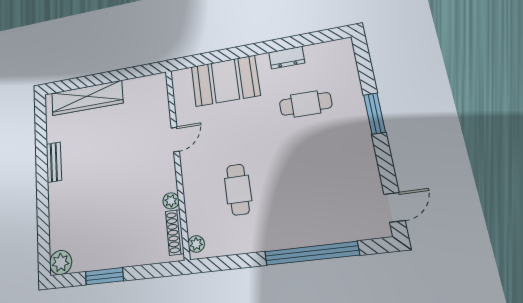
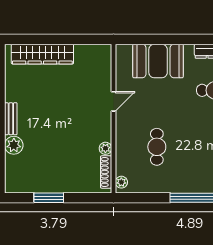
bench: (54, 162) -> (11, 119), moved
plant: (61, 262) -> (14, 145), moved

